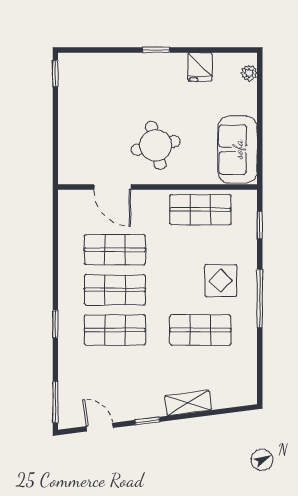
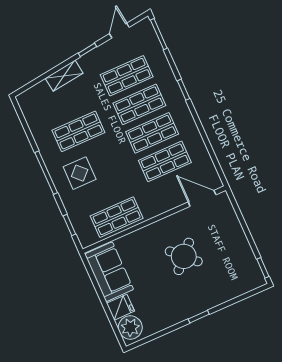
fridge: (200, 67) -> (120, 307), moved, turned 90
plant: (249, 73) -> (130, 328), width x1.87, depth x1.87
round table: (156, 145) -> (184, 256), moved, turned -33
door: (112, 187) -> (202, 198), moved
shop shelf: (115, 370) -> (127, 76), added
door: (100, 427) -> (119, 30), swing flipped

